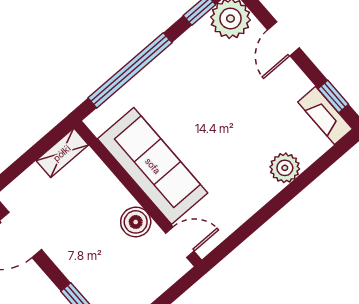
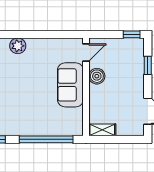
sofa: (153, 166) -> (70, 85), width x0.73
door: (180, 242) -> (86, 53), swing flipped

